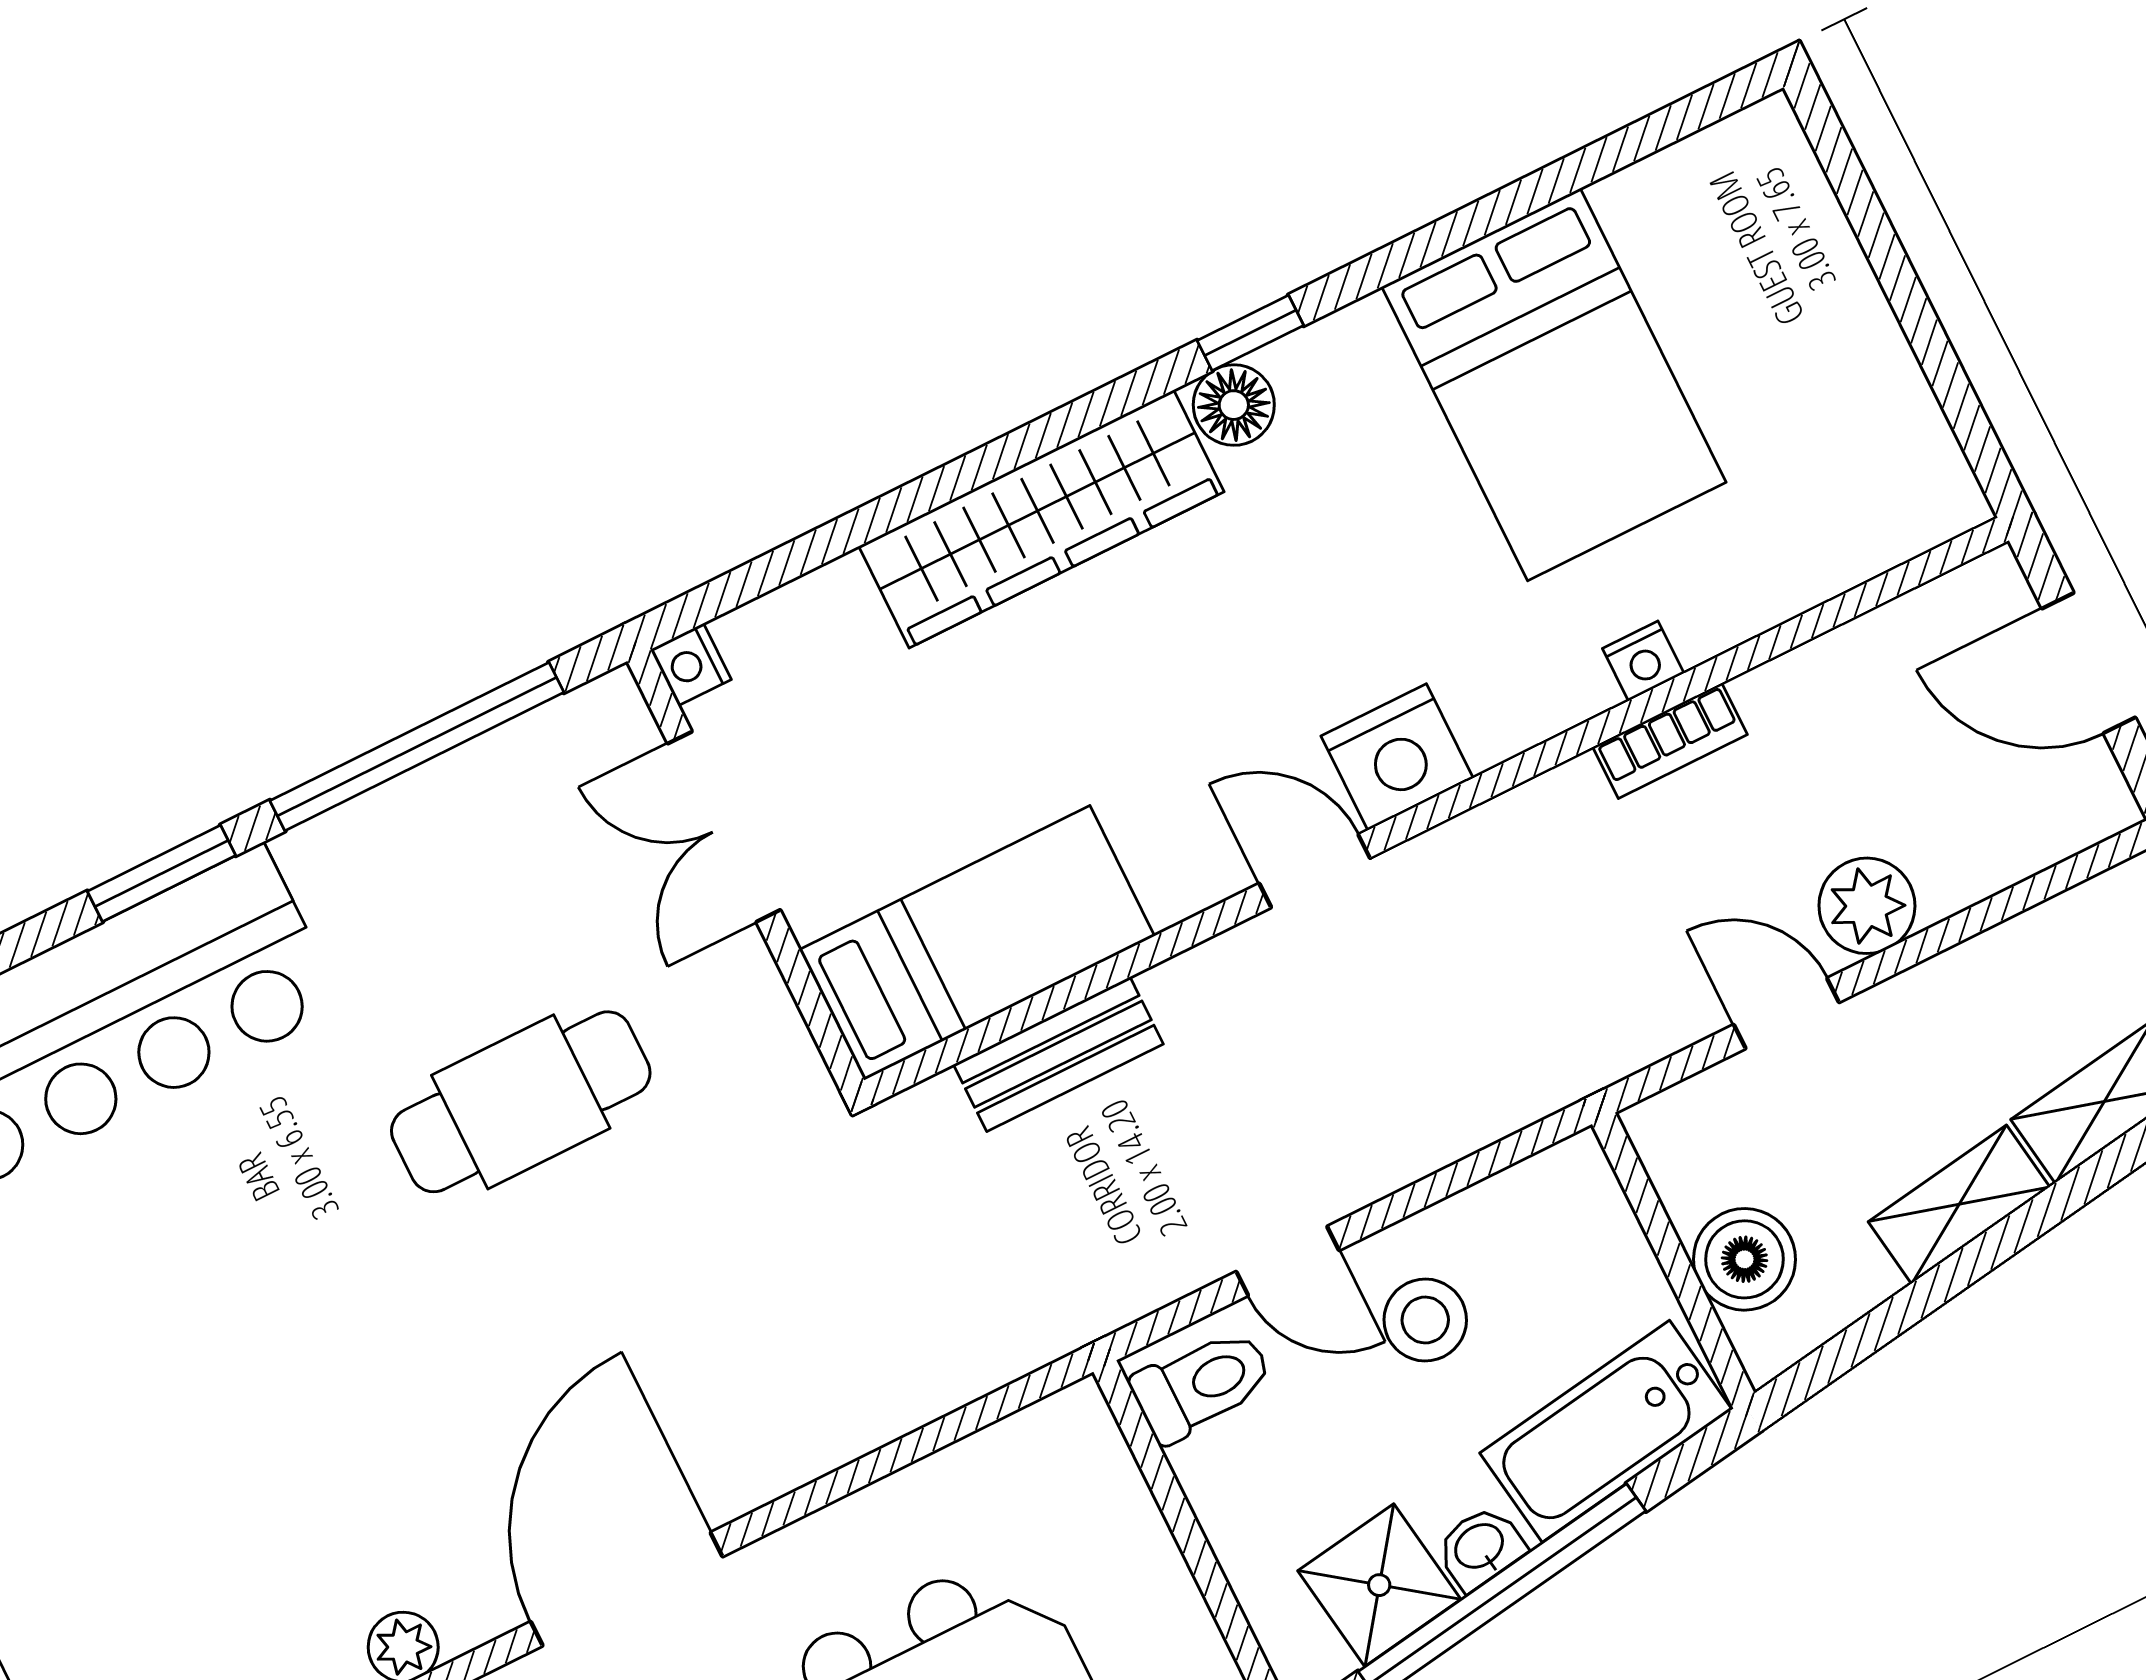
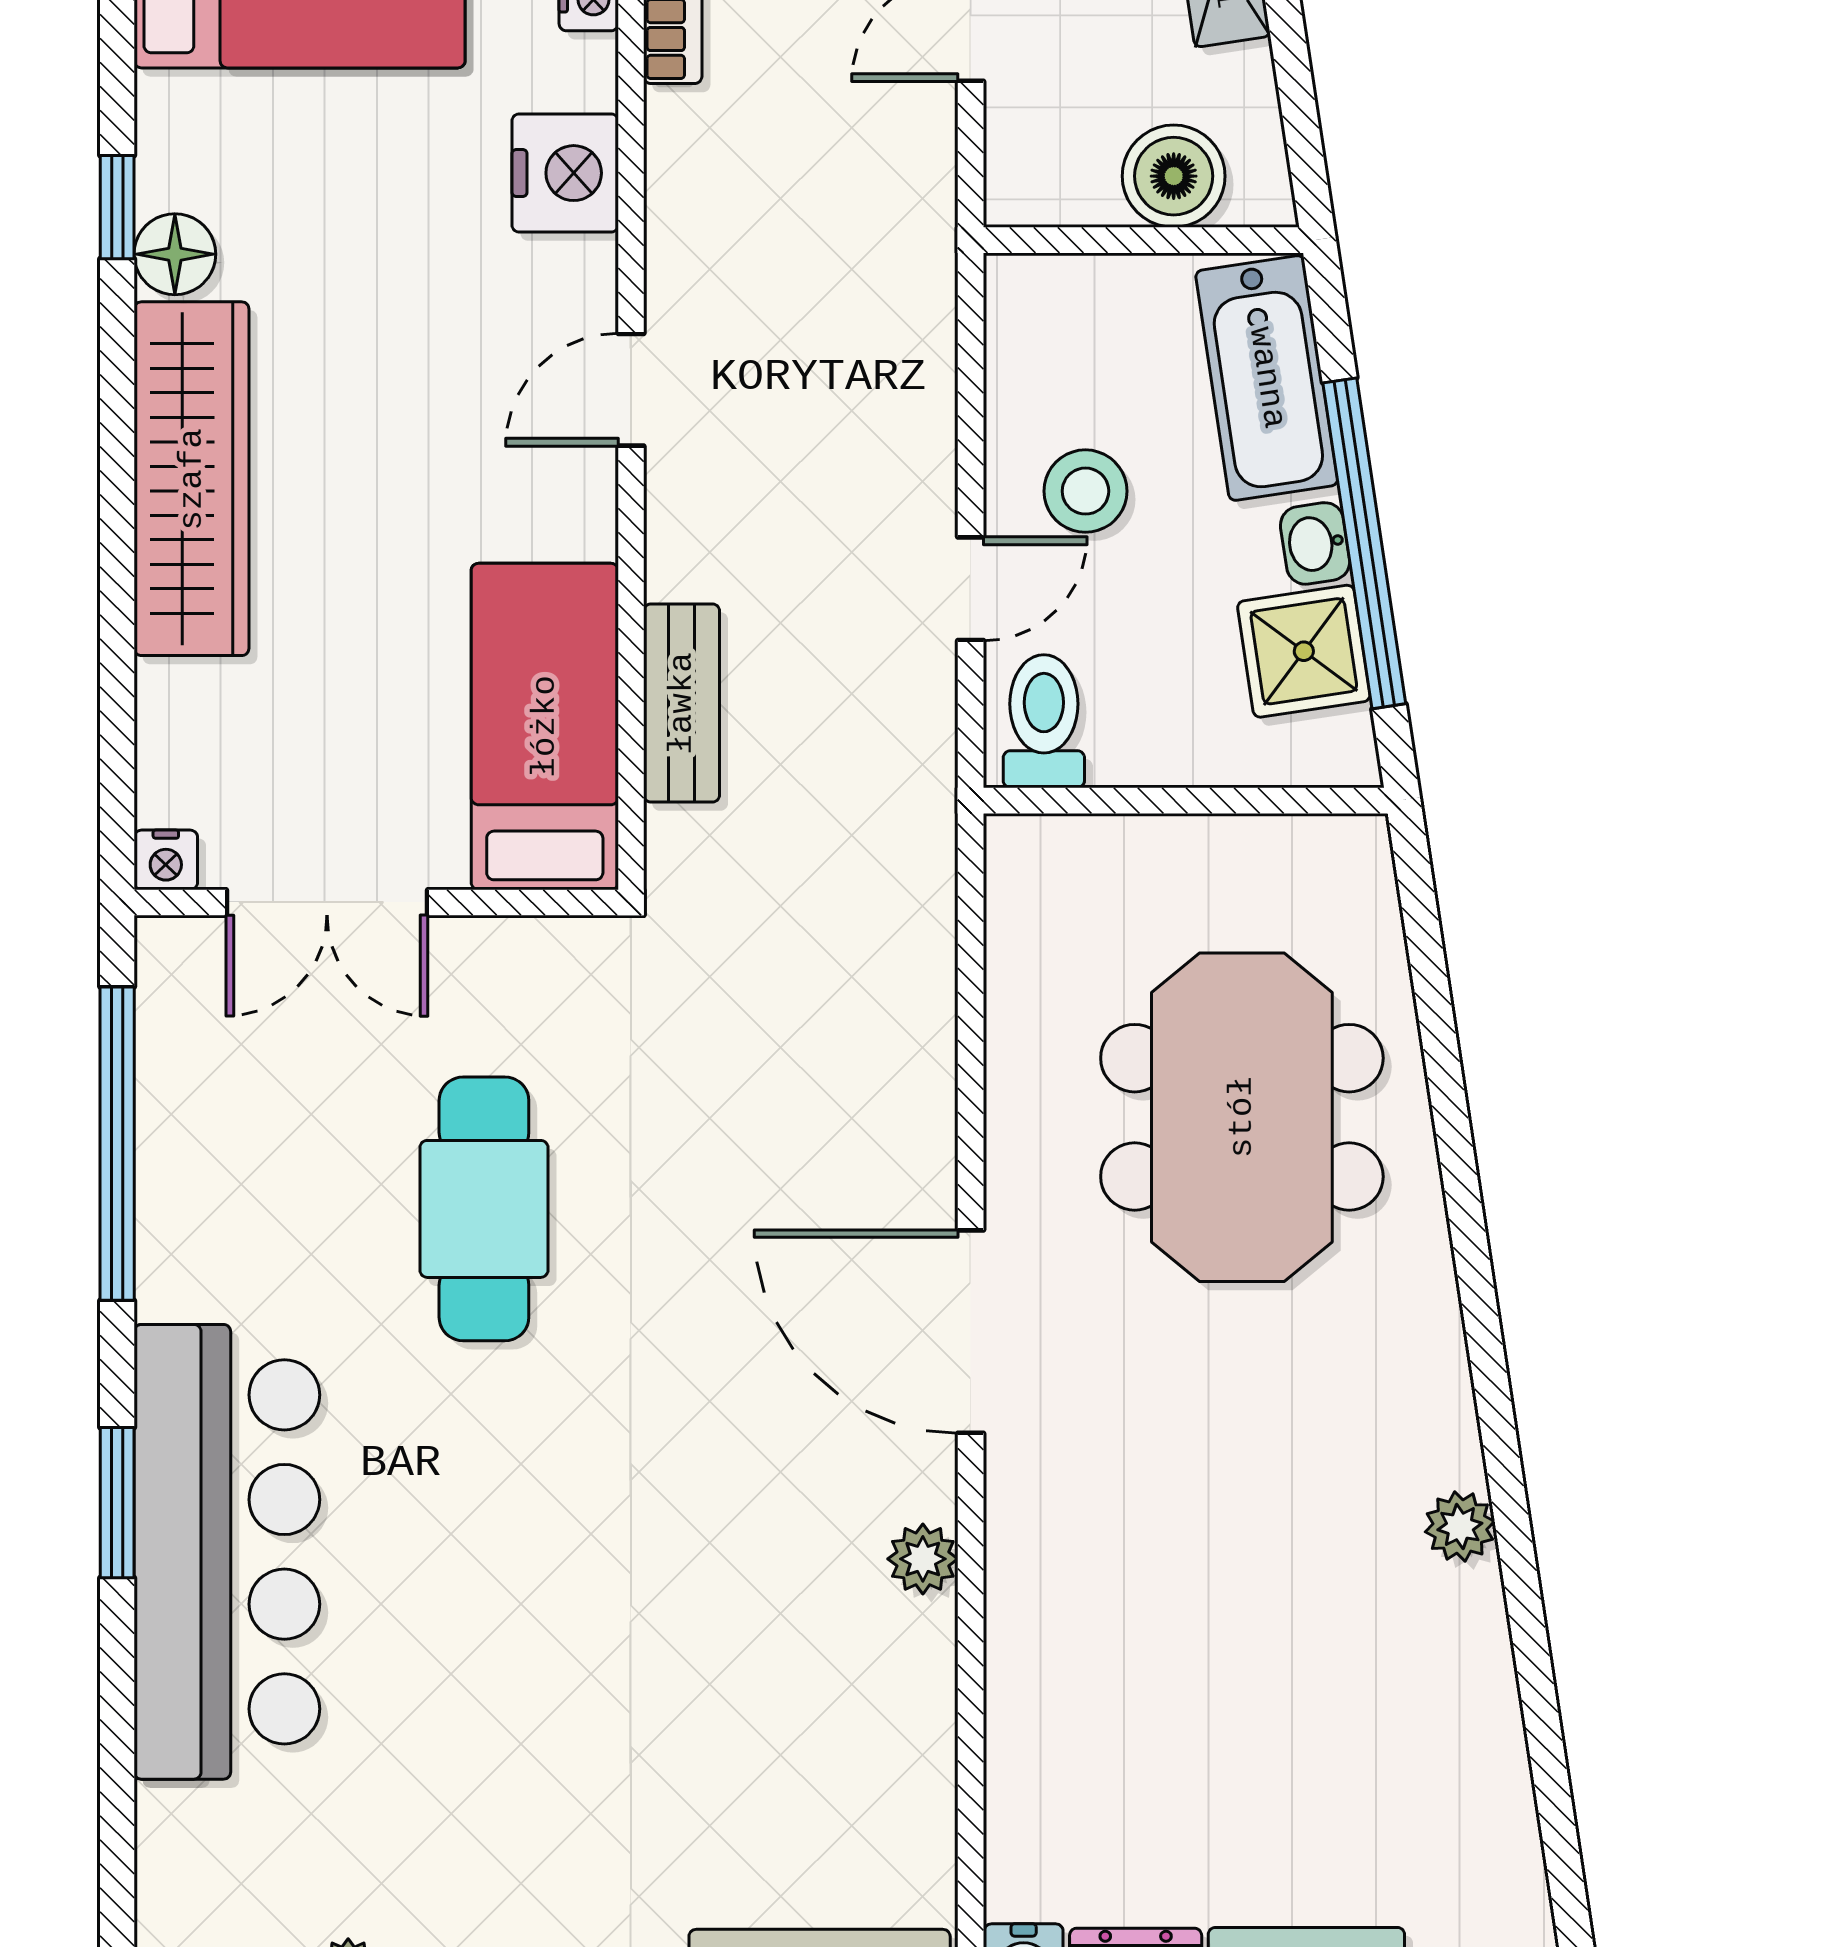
nightstand: (1397, 757) -> (565, 173), moved
window: (161, 873) -> (117, 1503), moved

